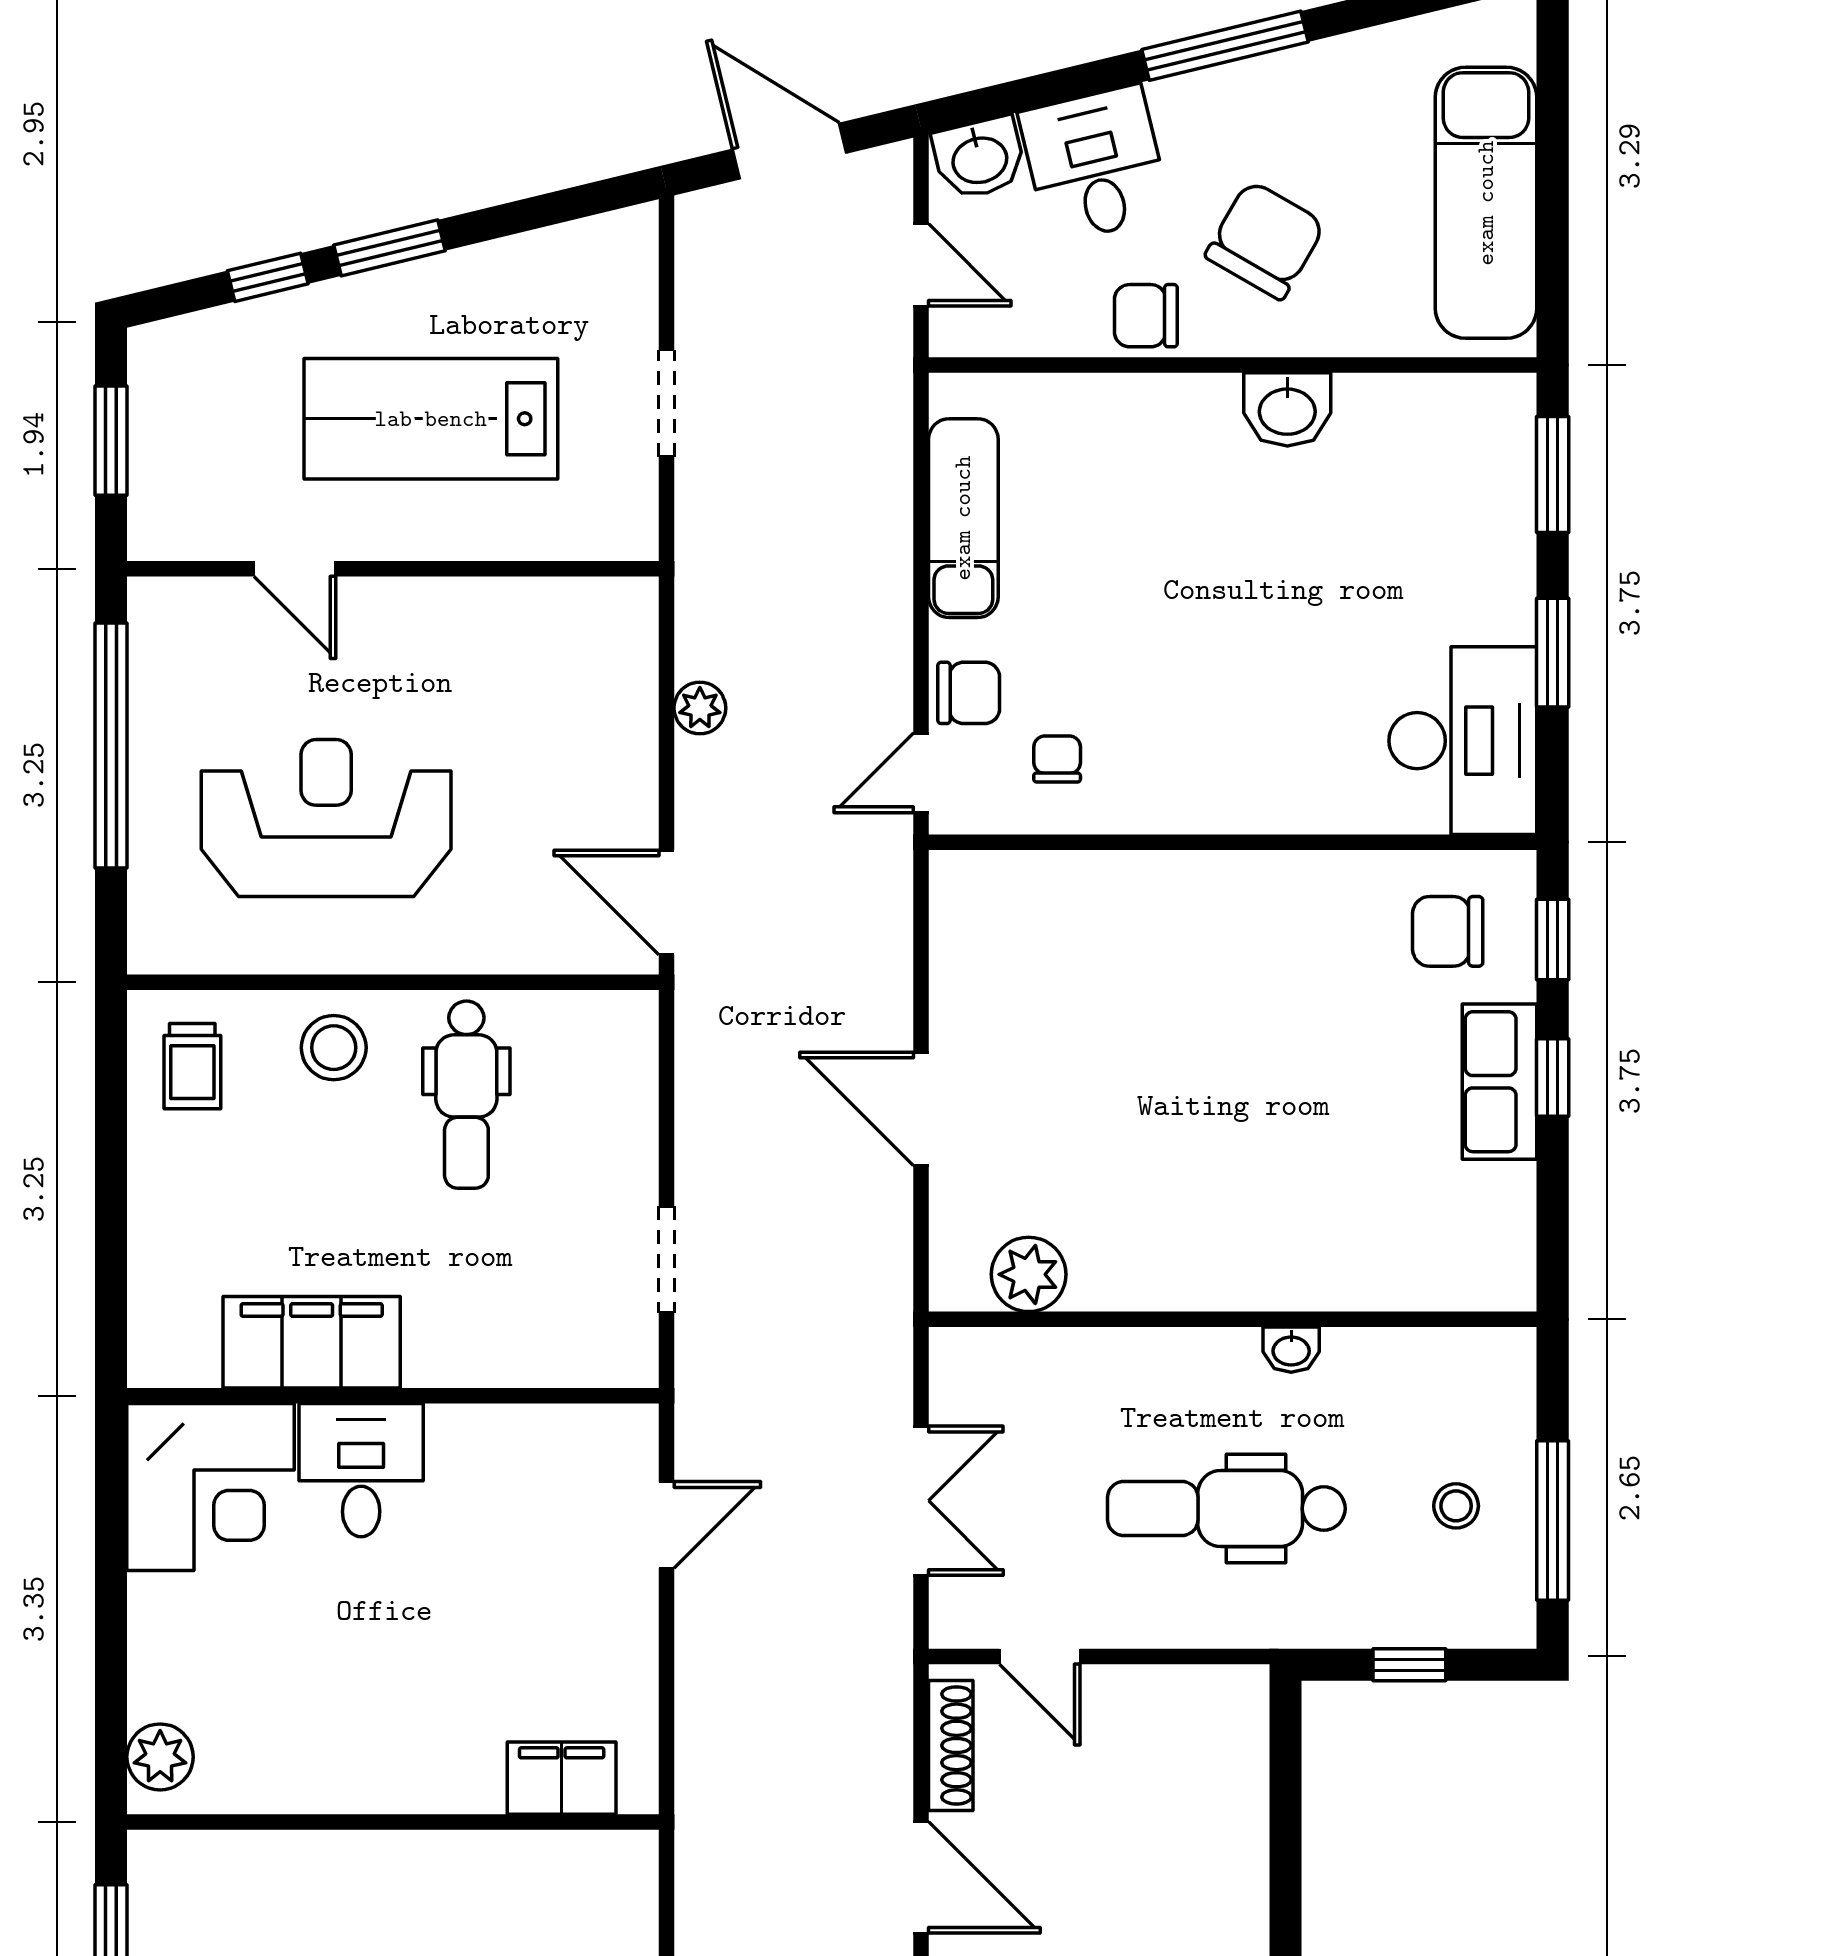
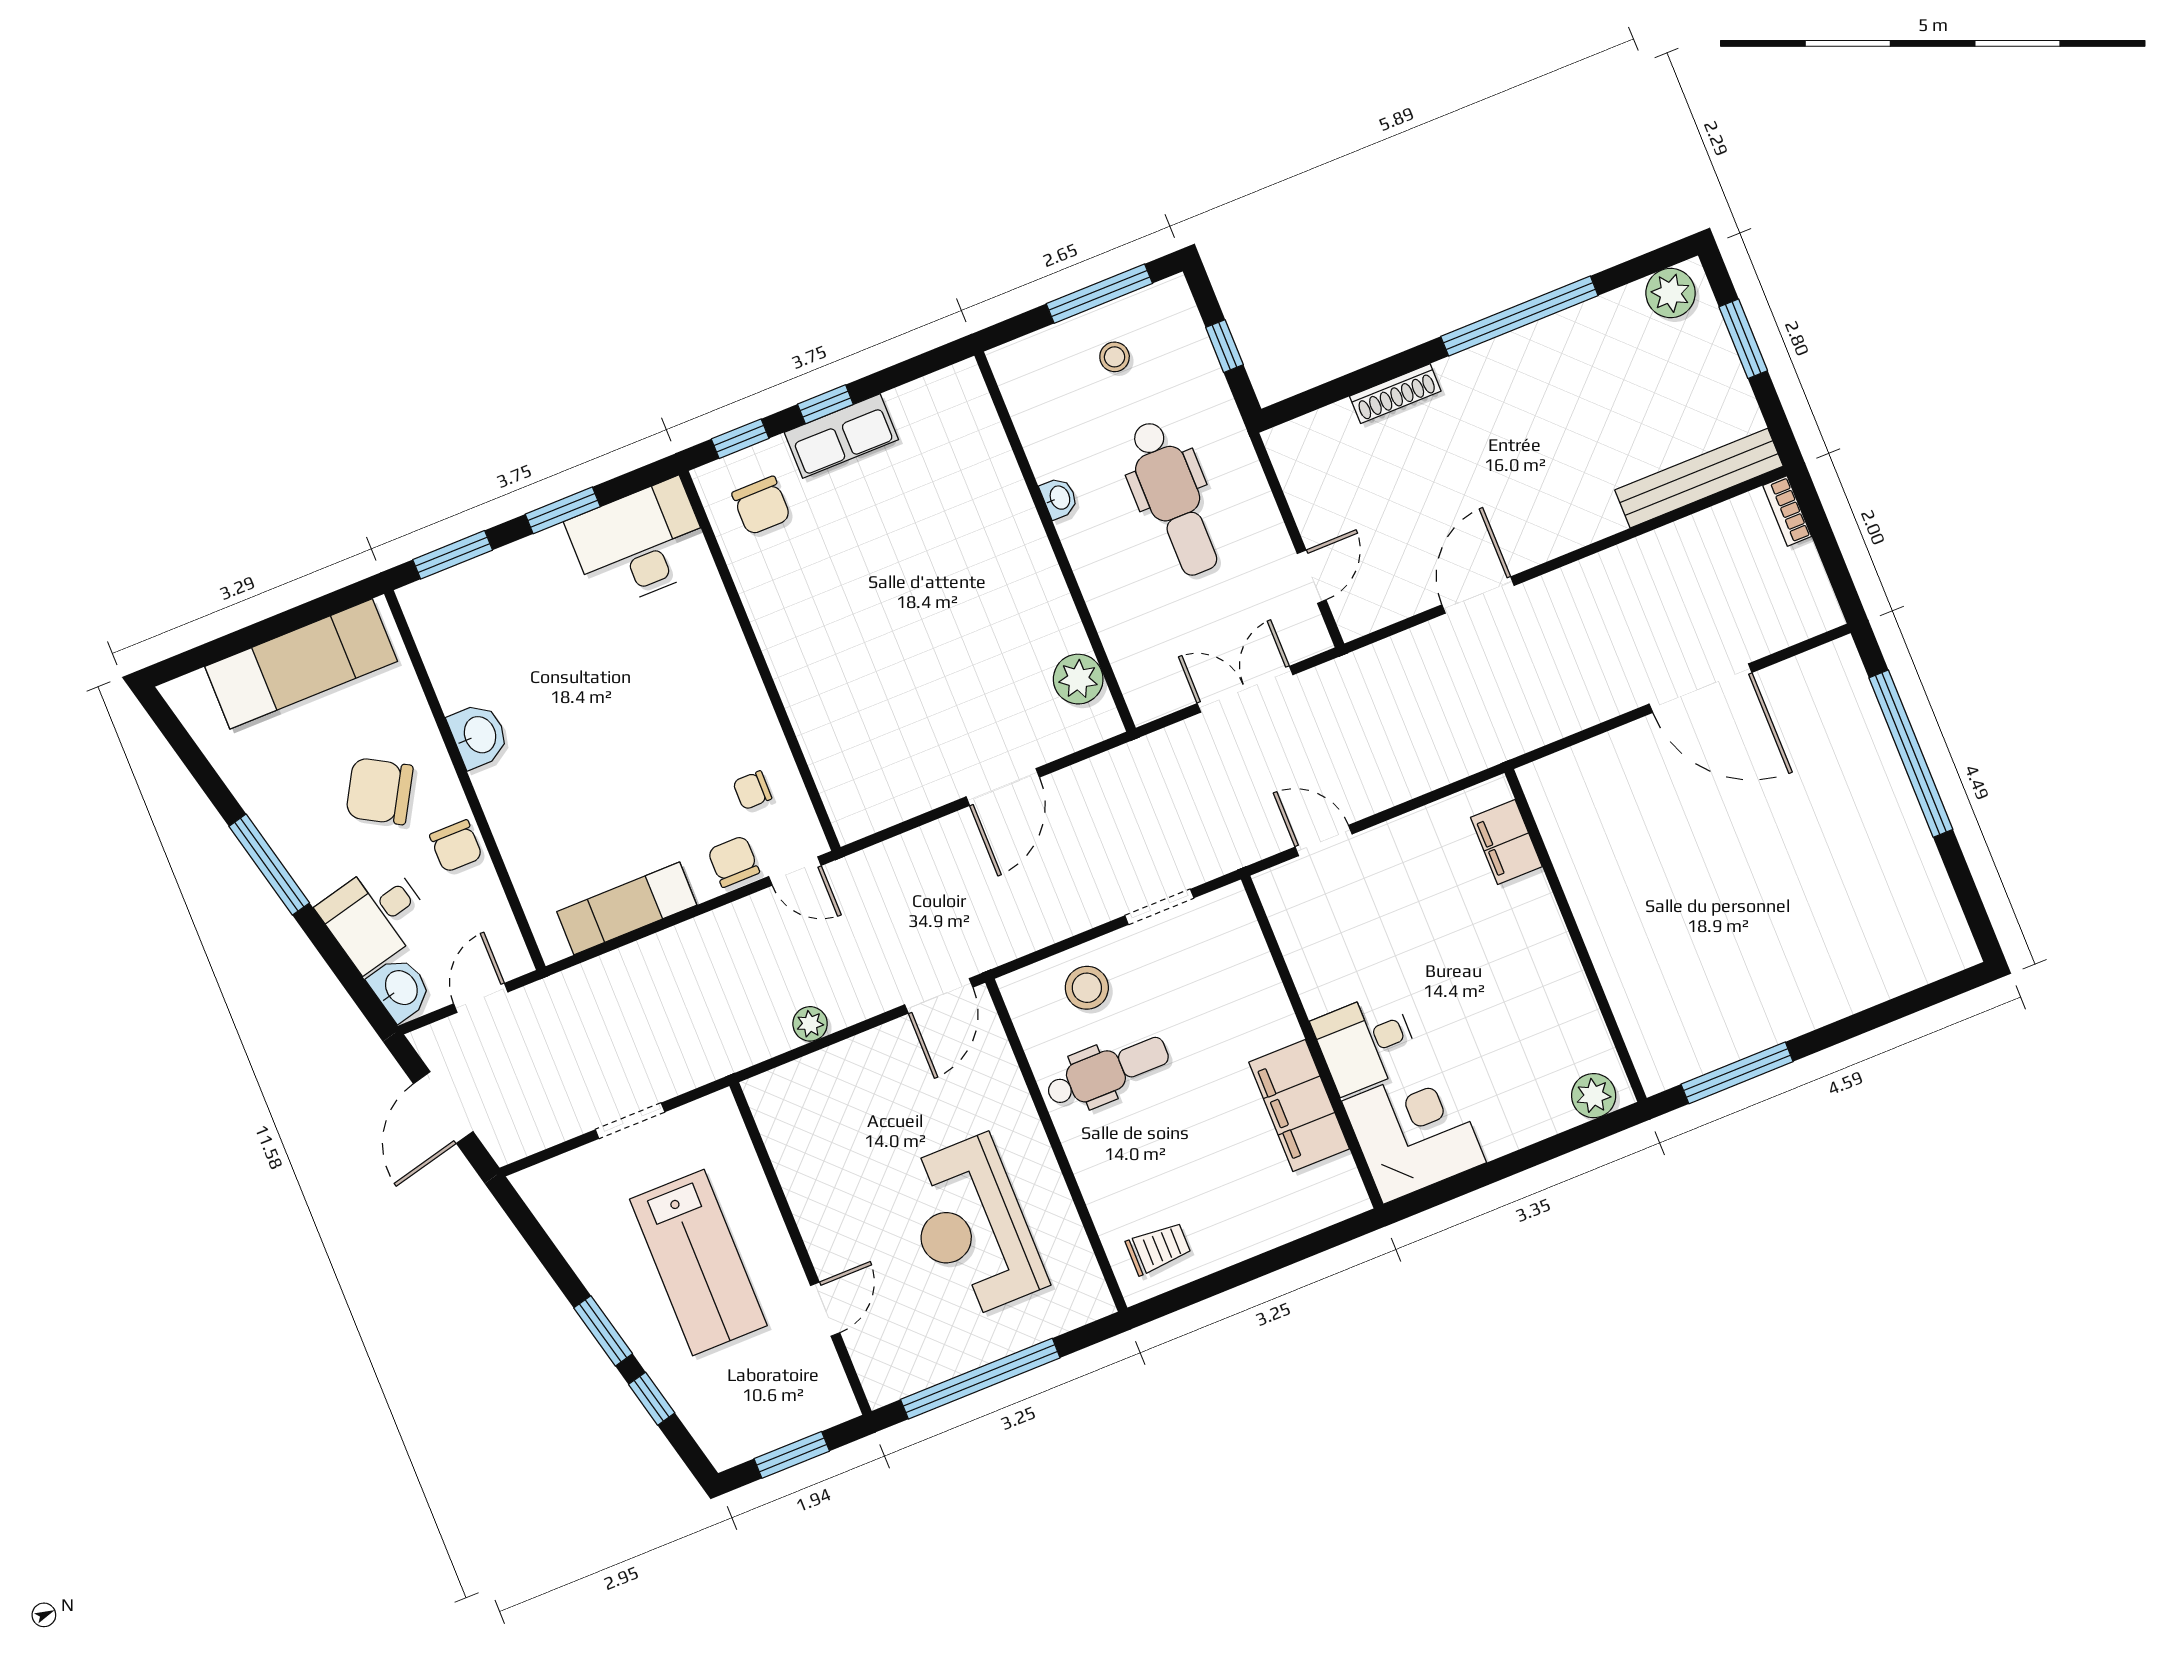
stool: (334, 1048) -> (1087, 988), moved
shoe rack: (951, 1745) -> (1395, 394), moved, turned 180

